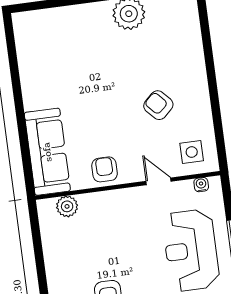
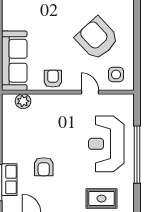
armchair: (158, 105) -> (97, 38), width x1.88, depth x1.88
water cooler: (201, 185) -> (120, 98), removed

